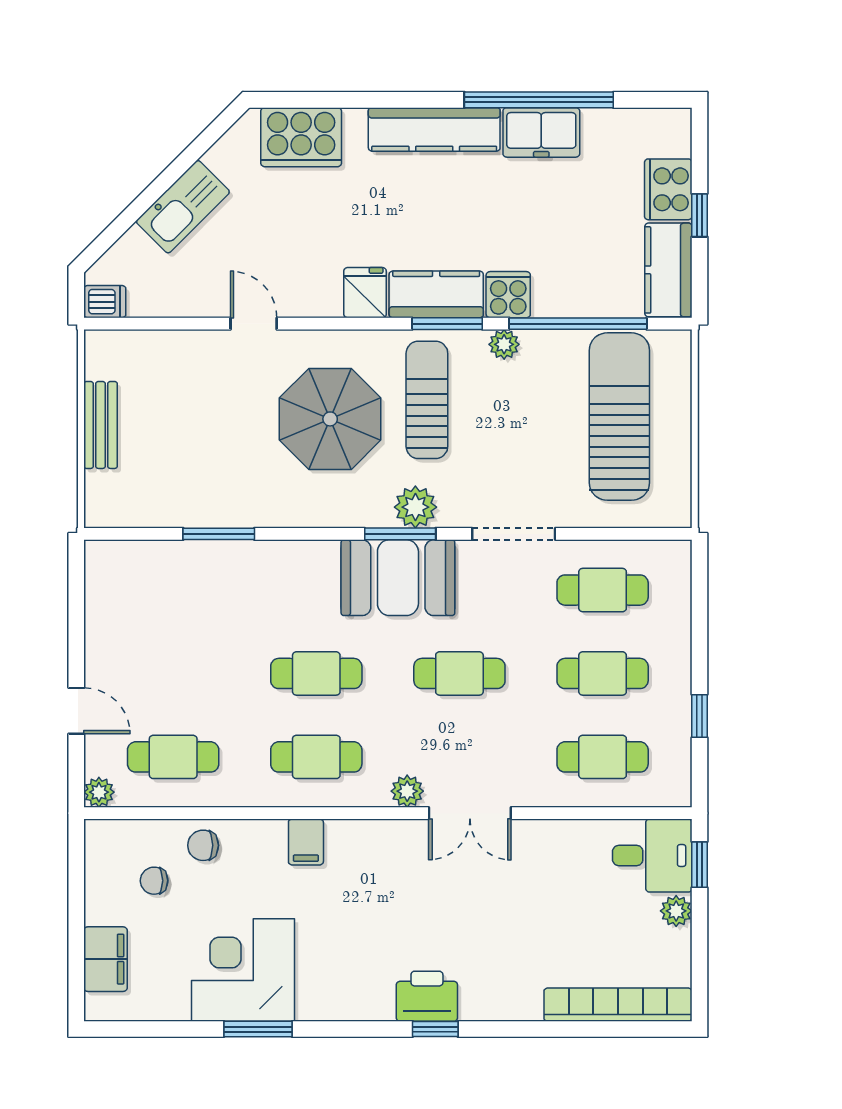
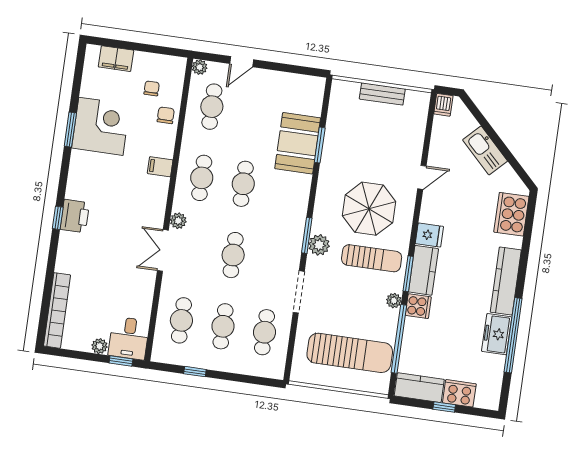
booth: (398, 578) -> (298, 143), moved

